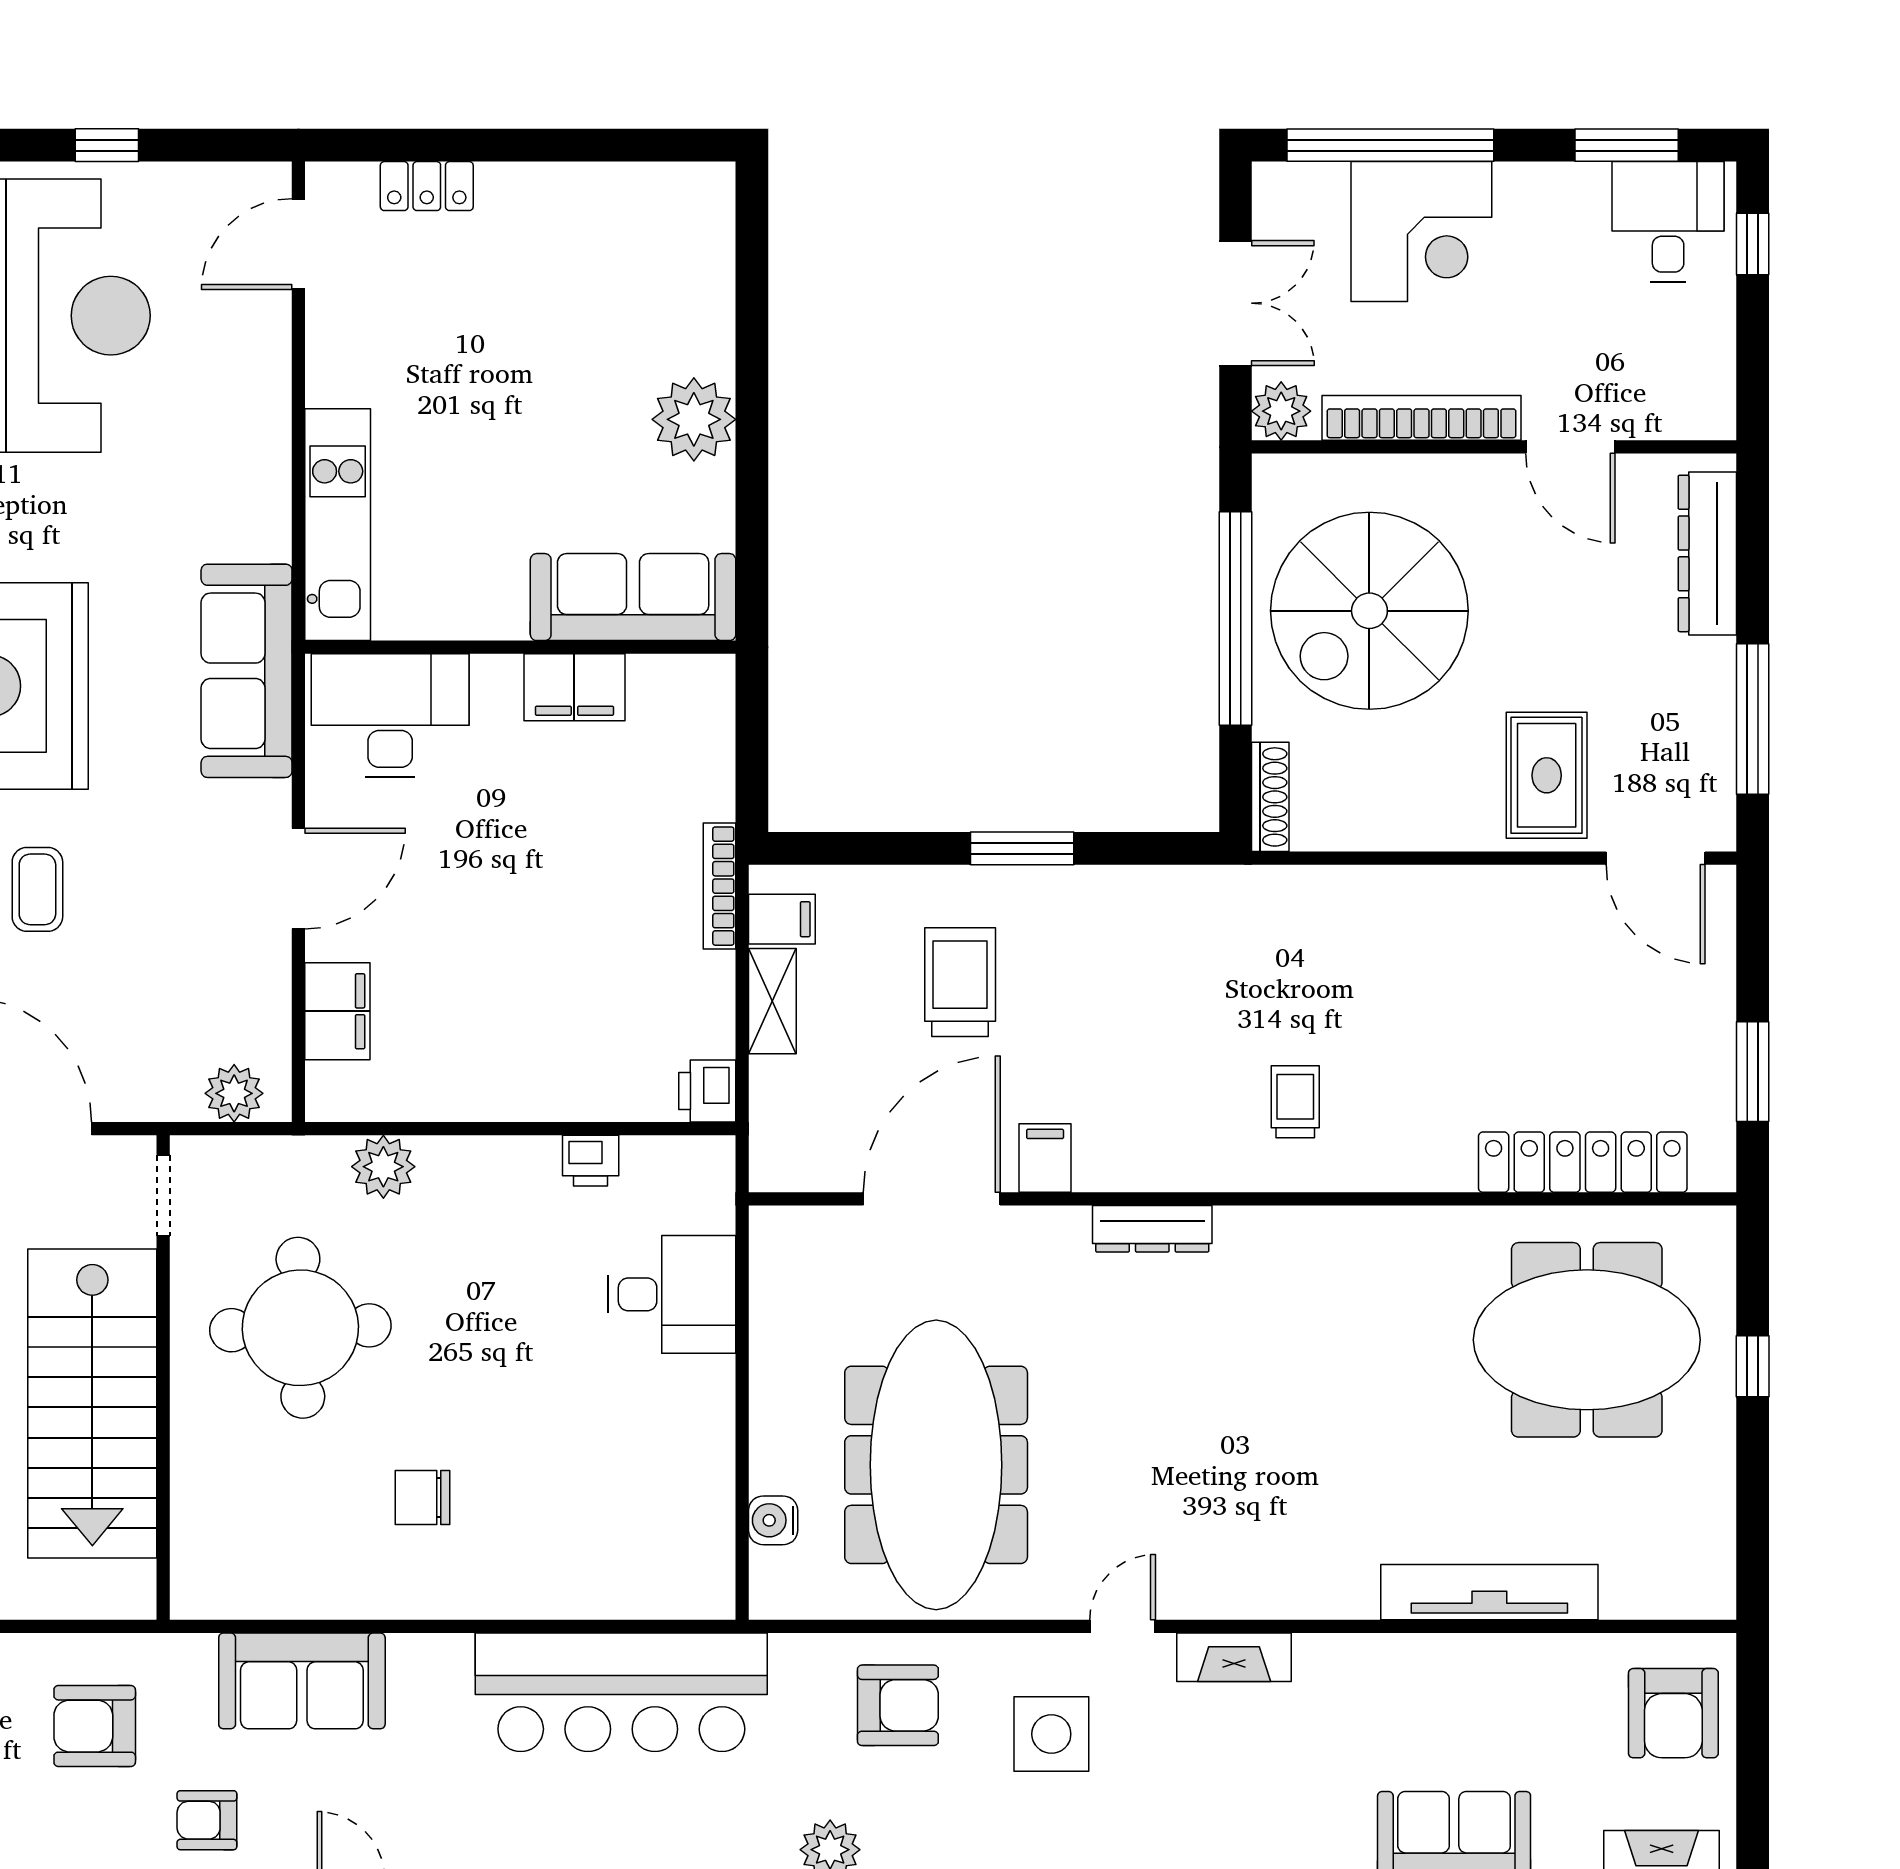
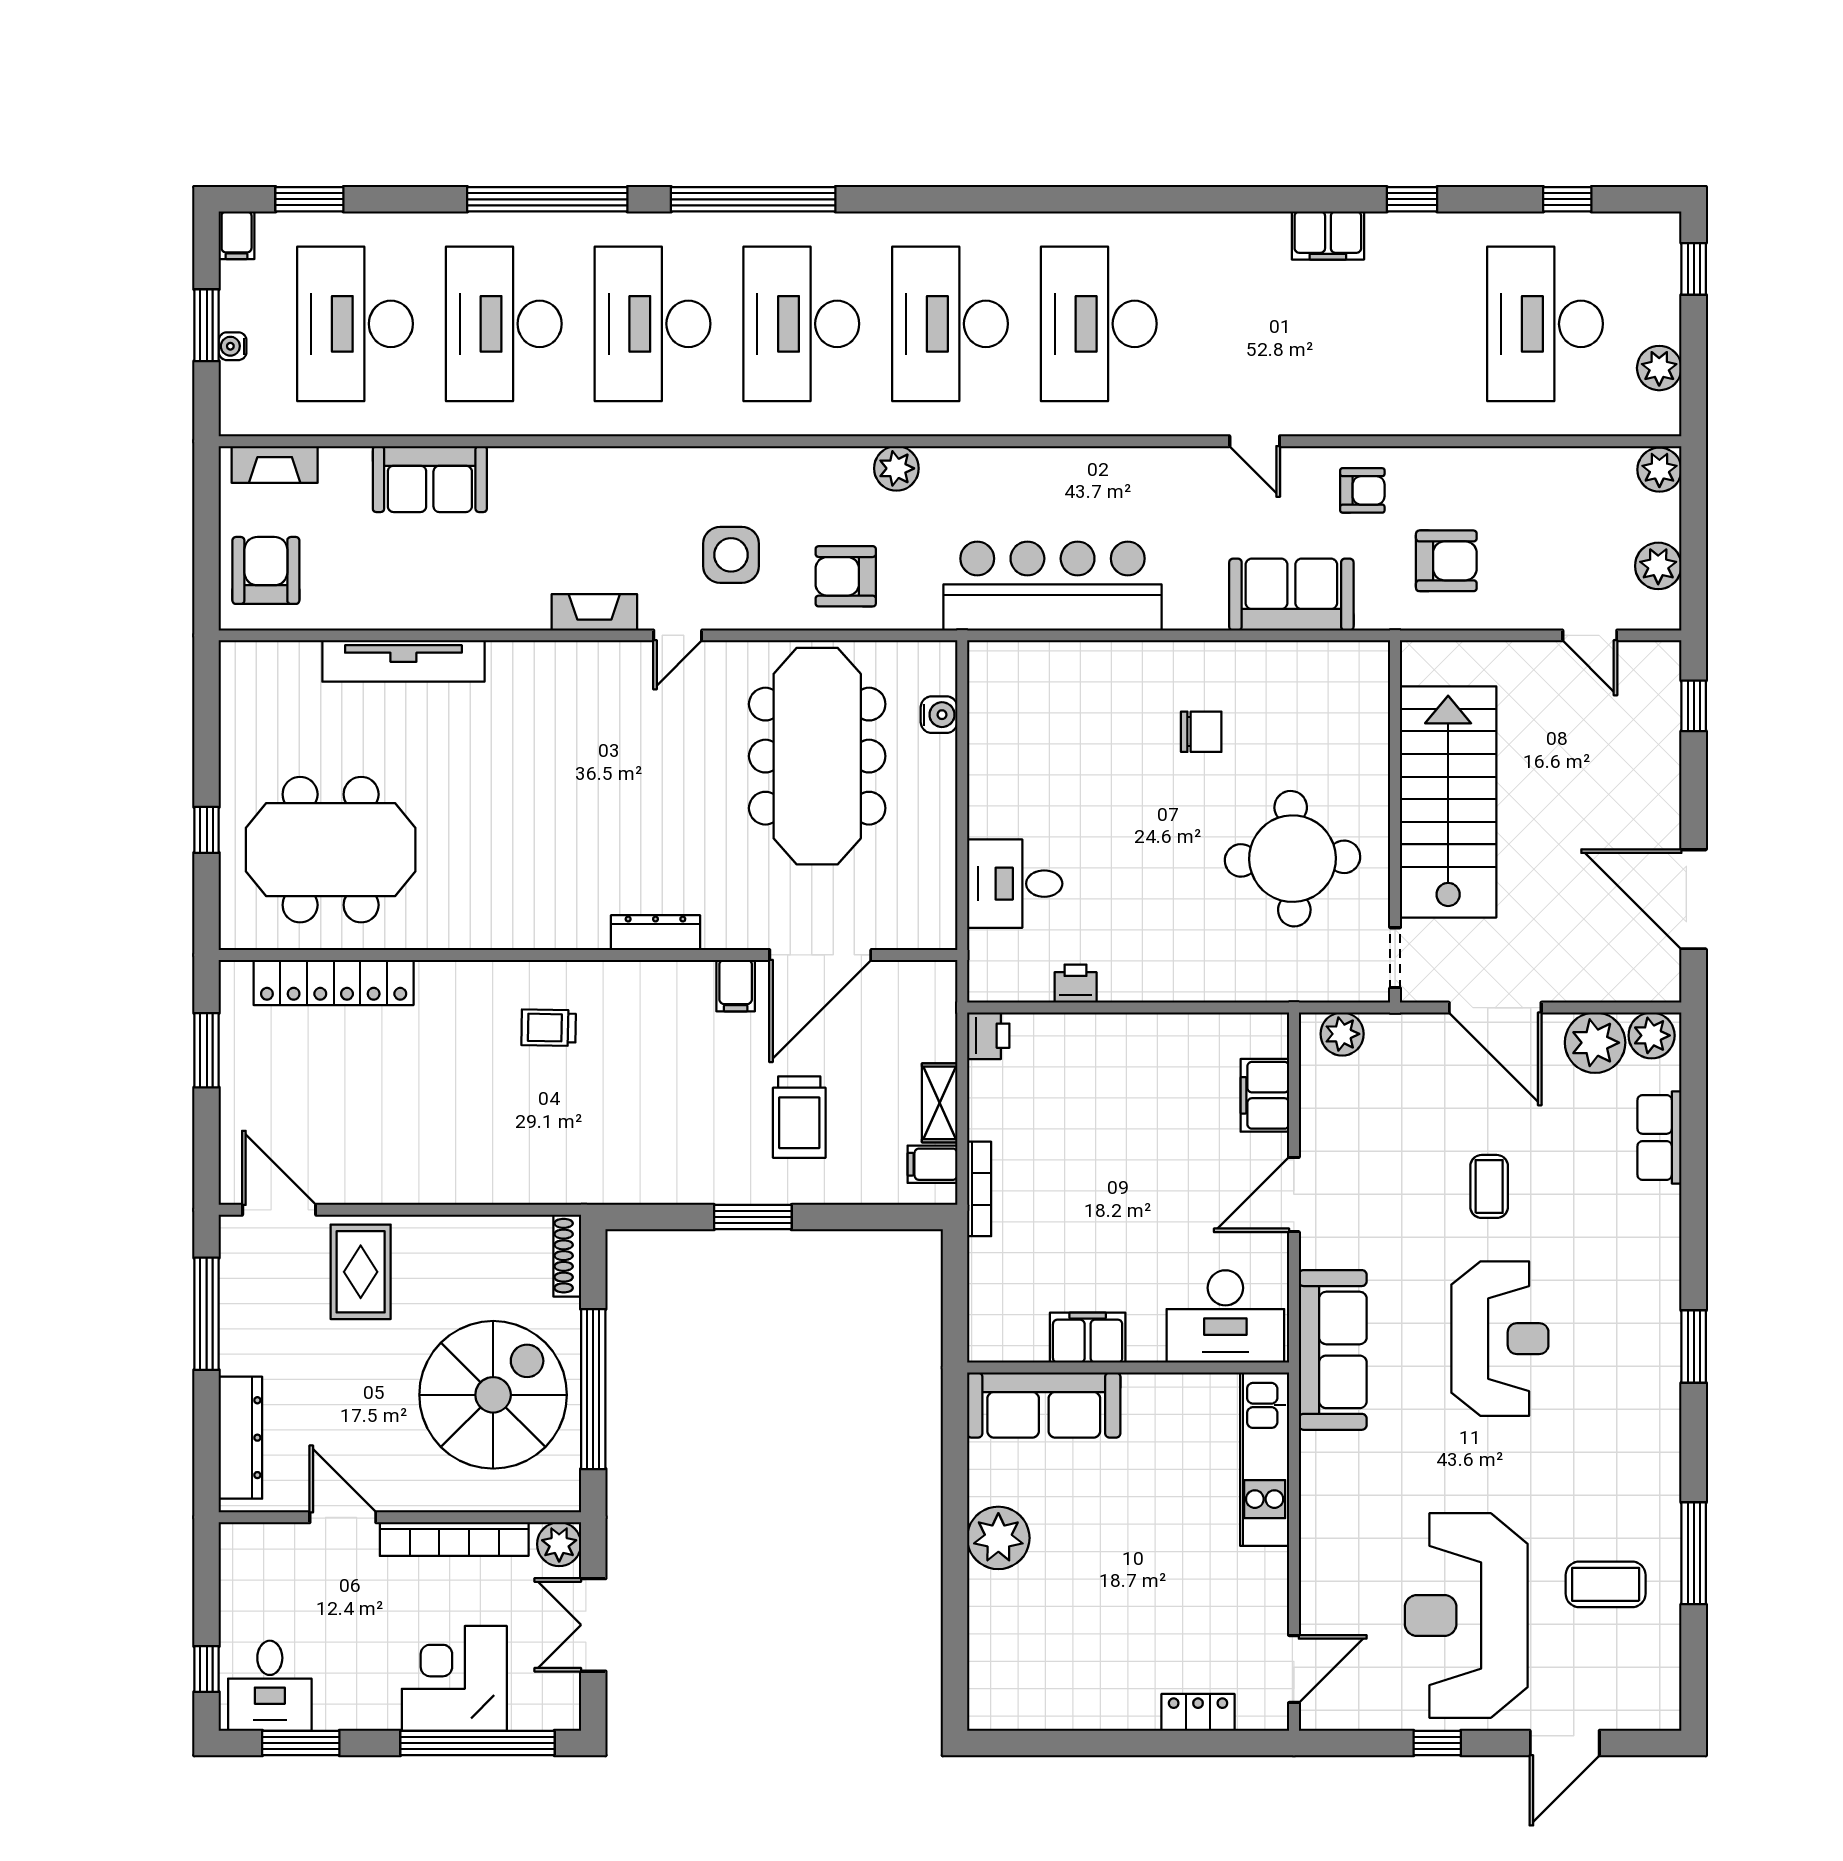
trolley: (1295, 1102) -> (549, 1028), turned 91
plant: (383, 1167) -> (1231, 979), removed

